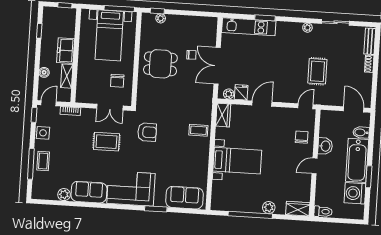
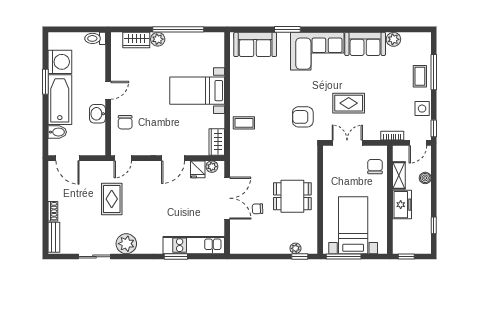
plant: (307, 28) -> (126, 244), width x1.87, depth x1.87
chair: (117, 81) -> (375, 167), moved
wardrobe: (298, 209) -> (136, 40), moved

